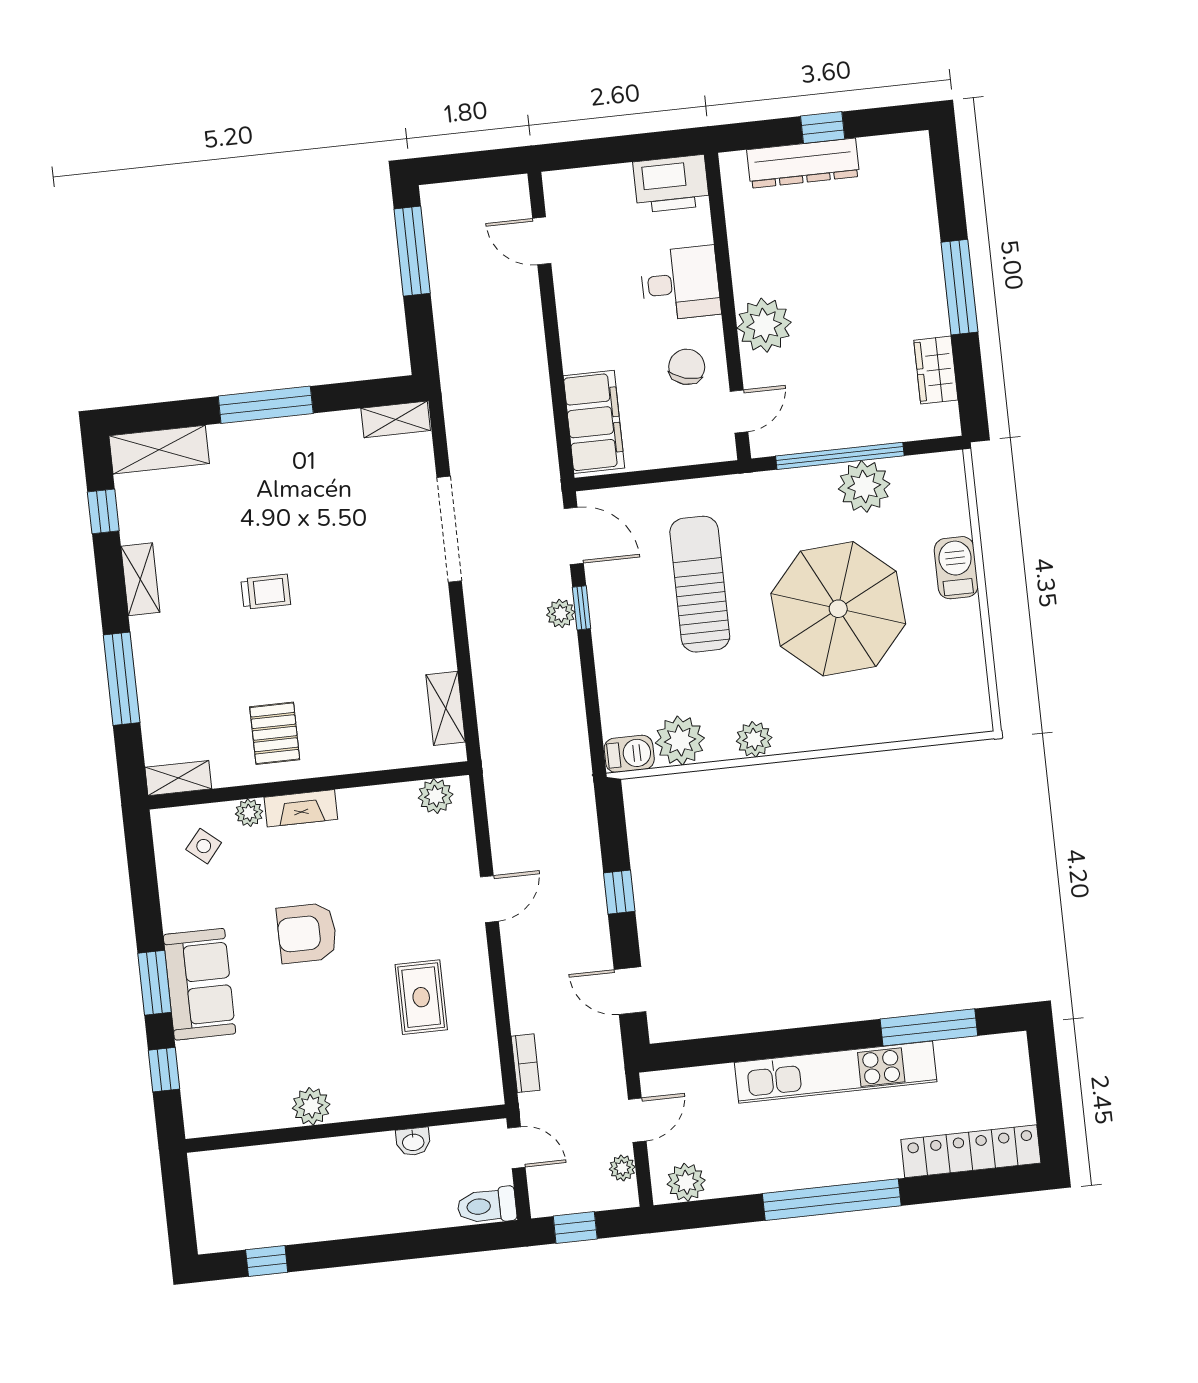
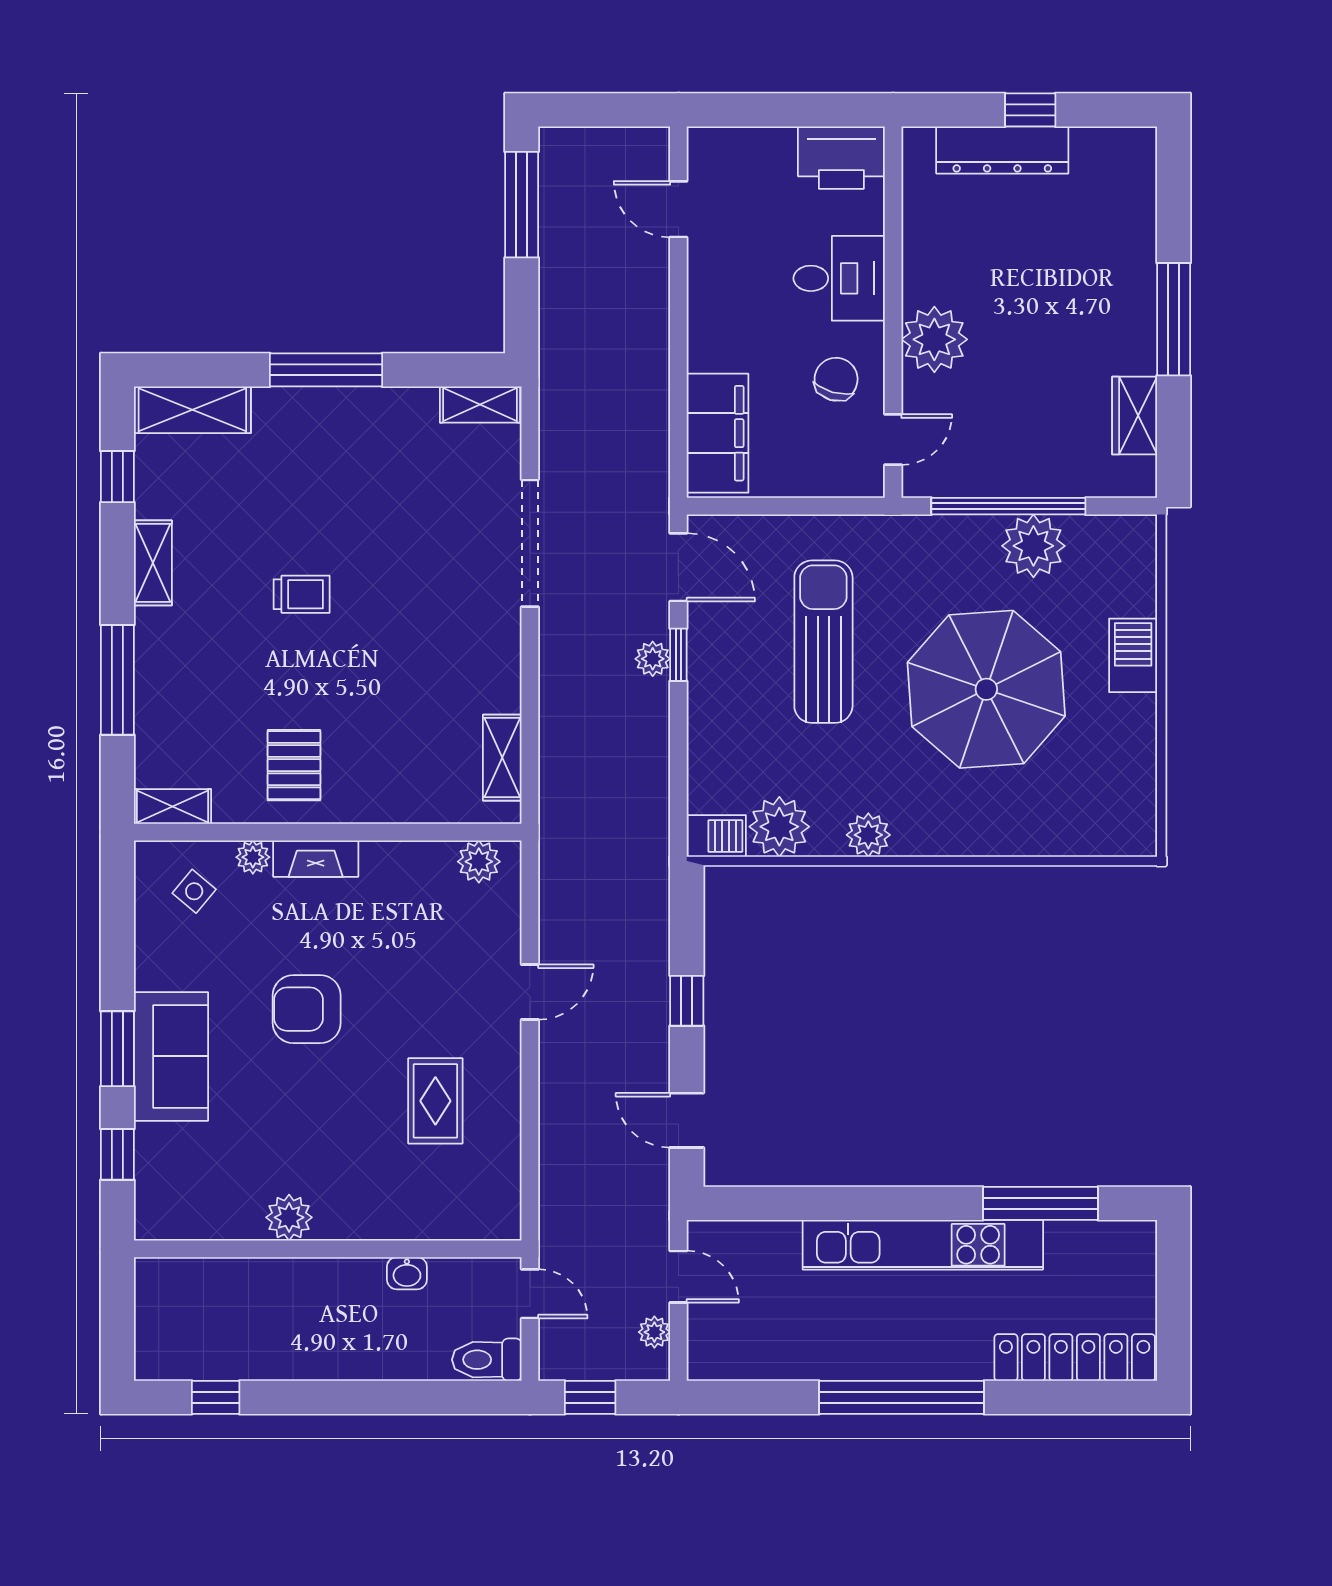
bookcase: (526, 1063) -> (552, 1194), removed
door: (637, 1120) -> (678, 1277), hinge flipped
plant: (686, 1182) -> (729, 1358), removed

